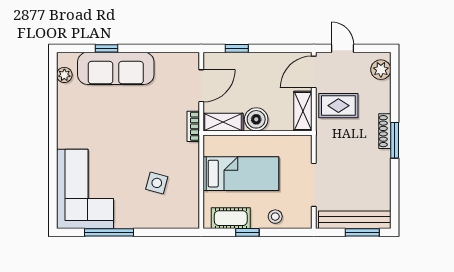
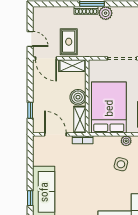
door: (343, 48) -> (30, 39), swing flipped
plant: (381, 70) -> (106, 13), moved
bed: (241, 174) -> (109, 108), width x1.50
plant: (192, 191) -> (126, 141), added

